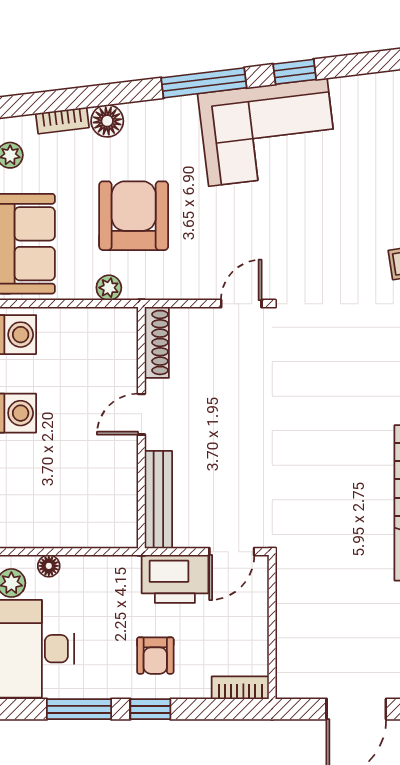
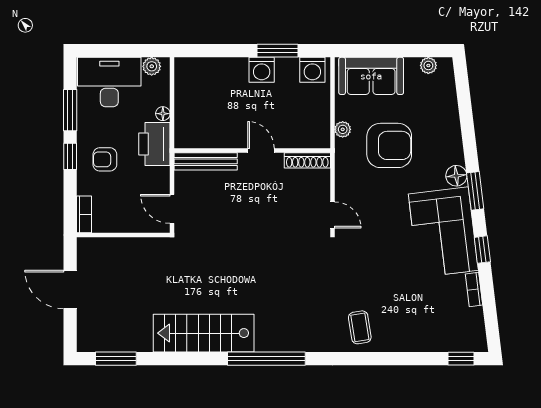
window: (204, 83) -> (475, 191), width x0.69
bookcase: (62, 120) -> (474, 289), moved
floor lamp: (107, 121) -> (456, 176), moved
floor lamp: (49, 566) -> (163, 114), moved
printer: (175, 579) -> (154, 144), moved

